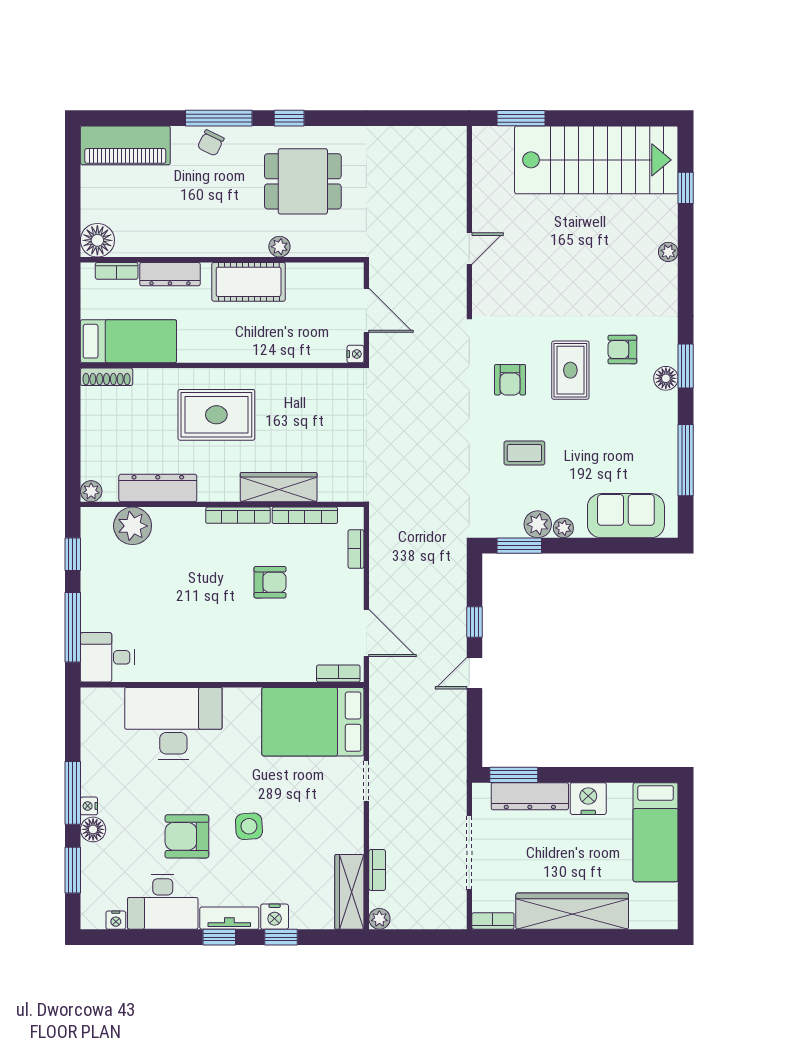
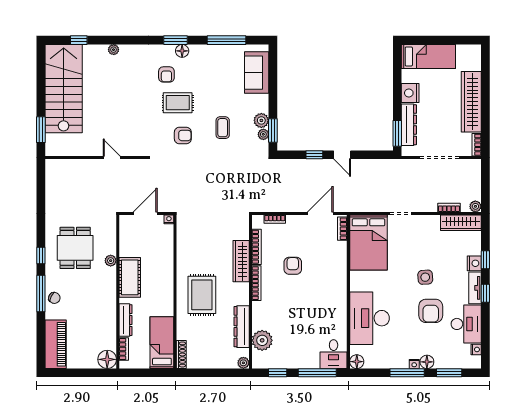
plant: (563, 528) -> (263, 134), moved
floor lamp: (93, 700) -> (357, 362), added

